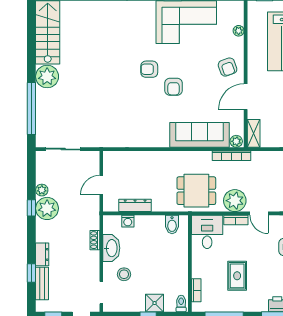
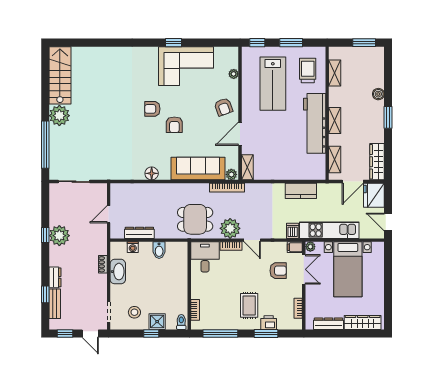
floor lamp: (148, 140) -> (152, 173), added
plant: (42, 190) -> (55, 219), removed
bidet: (172, 224) -> (159, 250), moved
stool: (124, 274) -> (134, 312), moved
rug: (237, 276) -> (249, 305), moved

